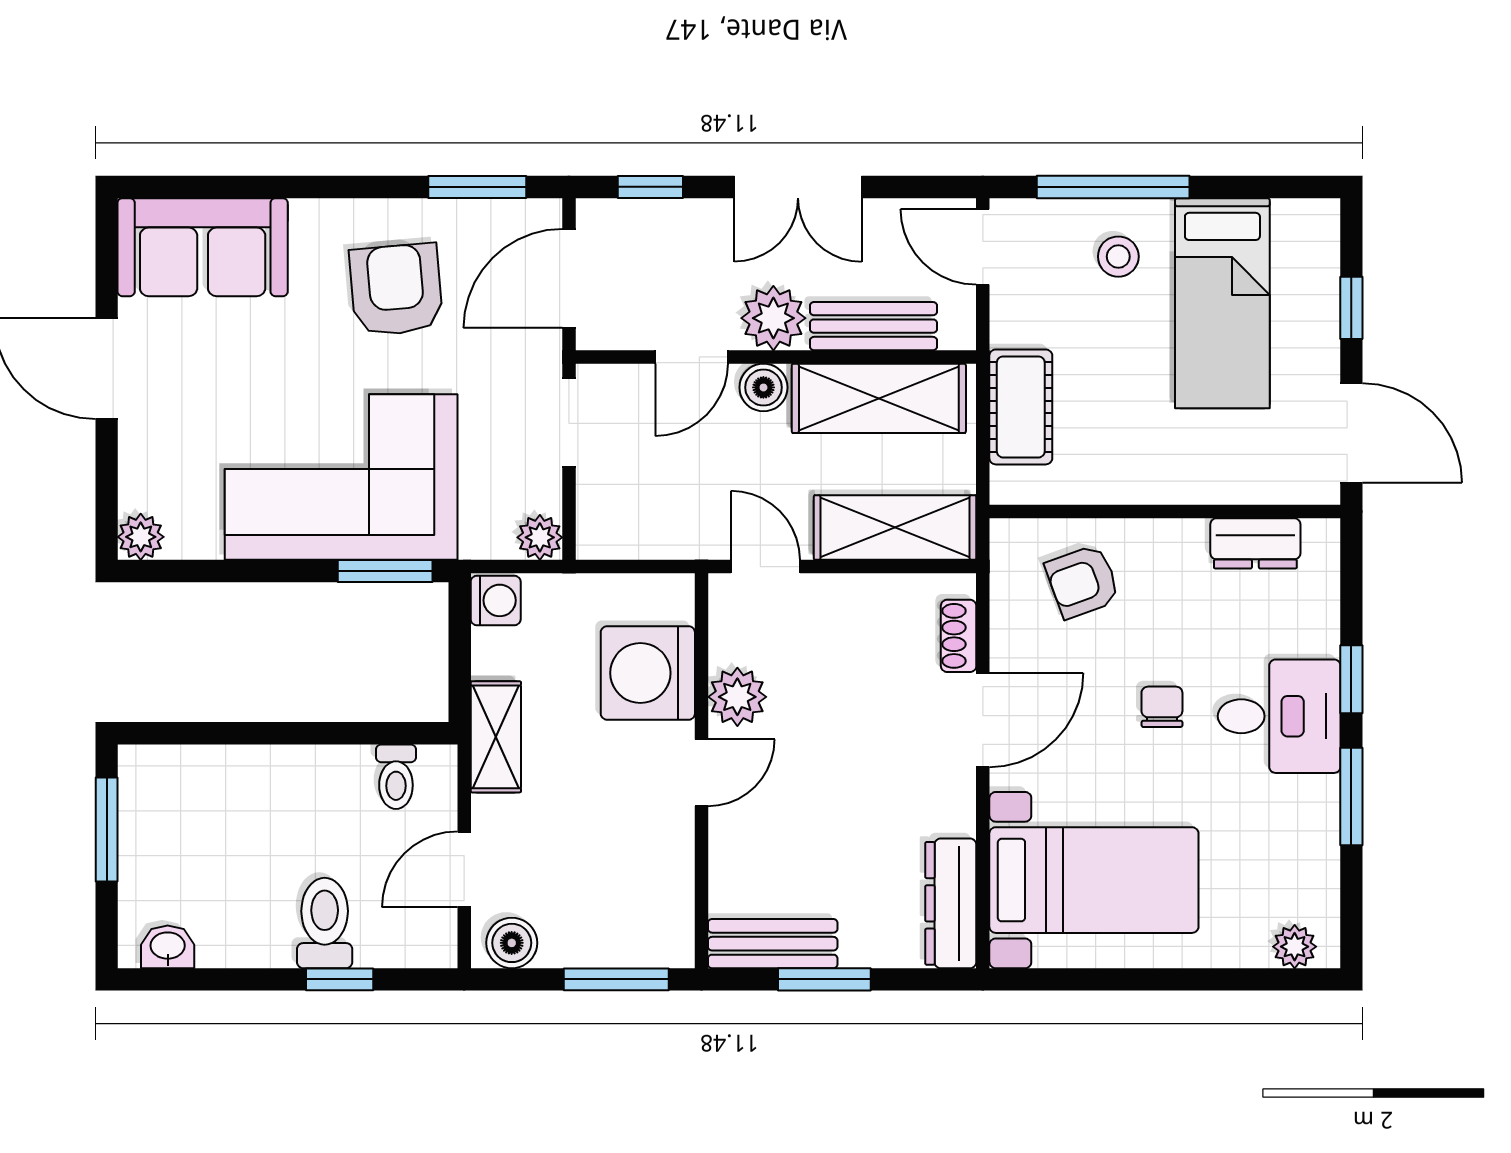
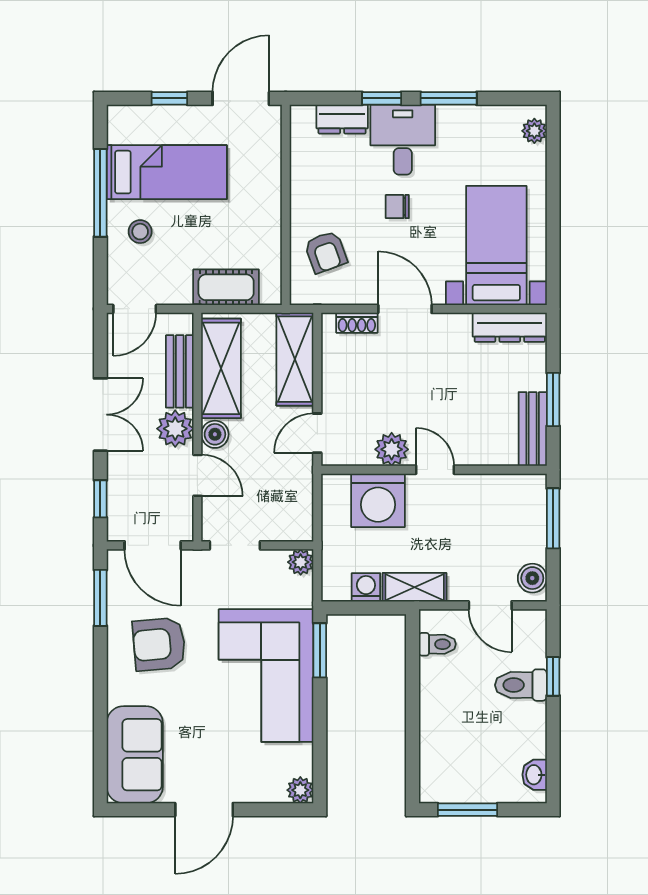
window: (1113, 187) -> (100, 193), moved
dresser: (1255, 543) -> (342, 119), moved, turned 90
washing machine: (496, 600) -> (366, 587), moved

